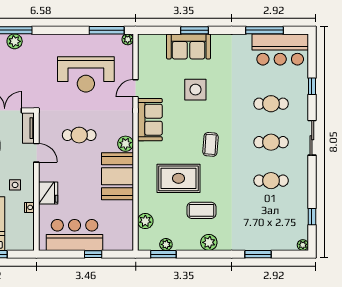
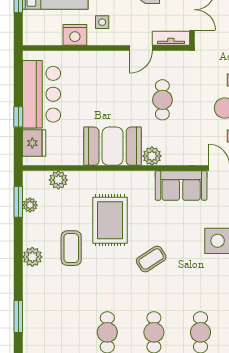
coffee table: (210, 144) -> (151, 259), turned -37
fridge: (48, 193) -> (34, 143), moved, turned -90
nightstand: (29, 207) -> (75, 35), width x1.89, depth x1.79

